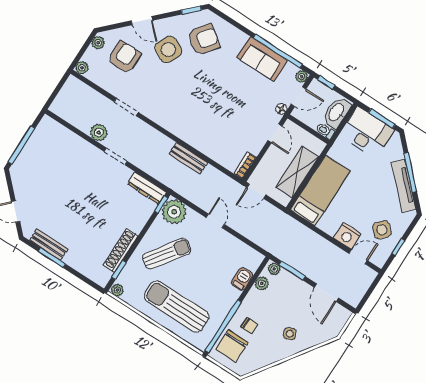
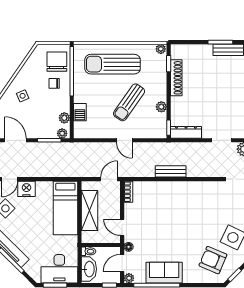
armchair: (204, 39) -> (213, 260), turned 76
plant: (174, 212) -> (161, 107), moved, width x0.53, depth x0.53
sun lounger: (167, 254) -> (129, 102), moved
sun lounger: (177, 307) -> (113, 64), turned 180

